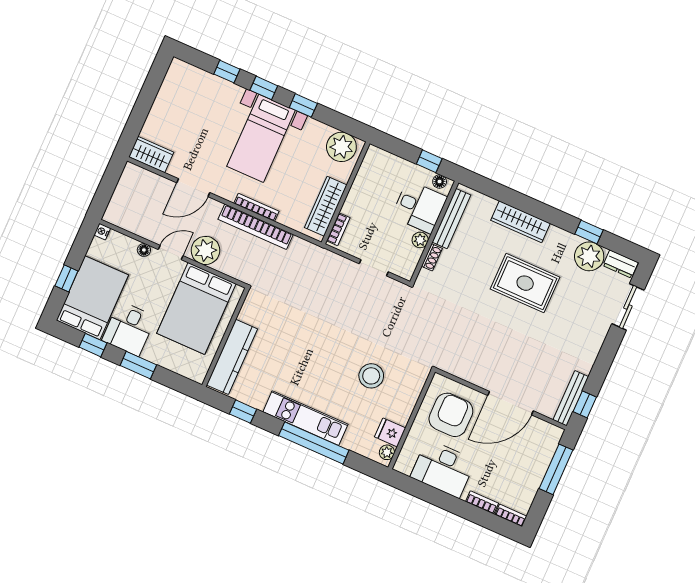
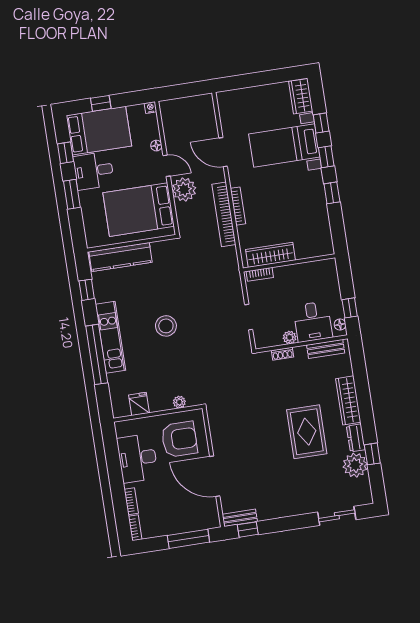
bed with nightstands: (261, 138) -> (284, 145), moved
plant: (341, 147) -> (320, 239), removed
wardrobe: (151, 155) -> (301, 96), moved, turned 180
bench: (451, 219) -> (326, 349), width x0.73
dresser: (621, 264) -> (356, 438), moved
stool: (371, 376) -> (166, 326), moved
bench: (571, 398) -> (240, 518), width x0.73
plant: (387, 452) -> (179, 402), moved

